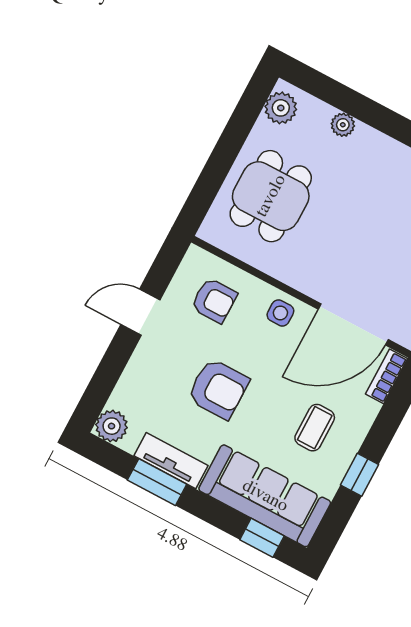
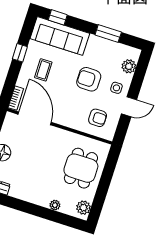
armchair: (214, 300) -> (98, 118), turned 180
side table: (280, 313) -> (116, 88), moved
door: (353, 324) -> (35, 118), hinge flipped
plant: (112, 426) -> (129, 66), moved
tv unit: (171, 461) -> (104, 44), removed

